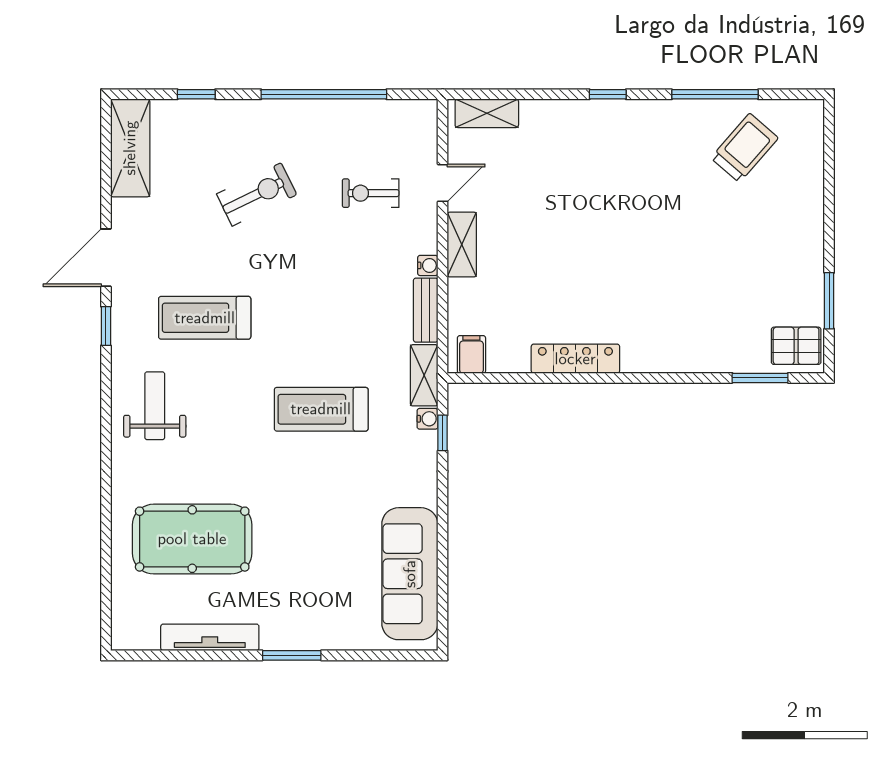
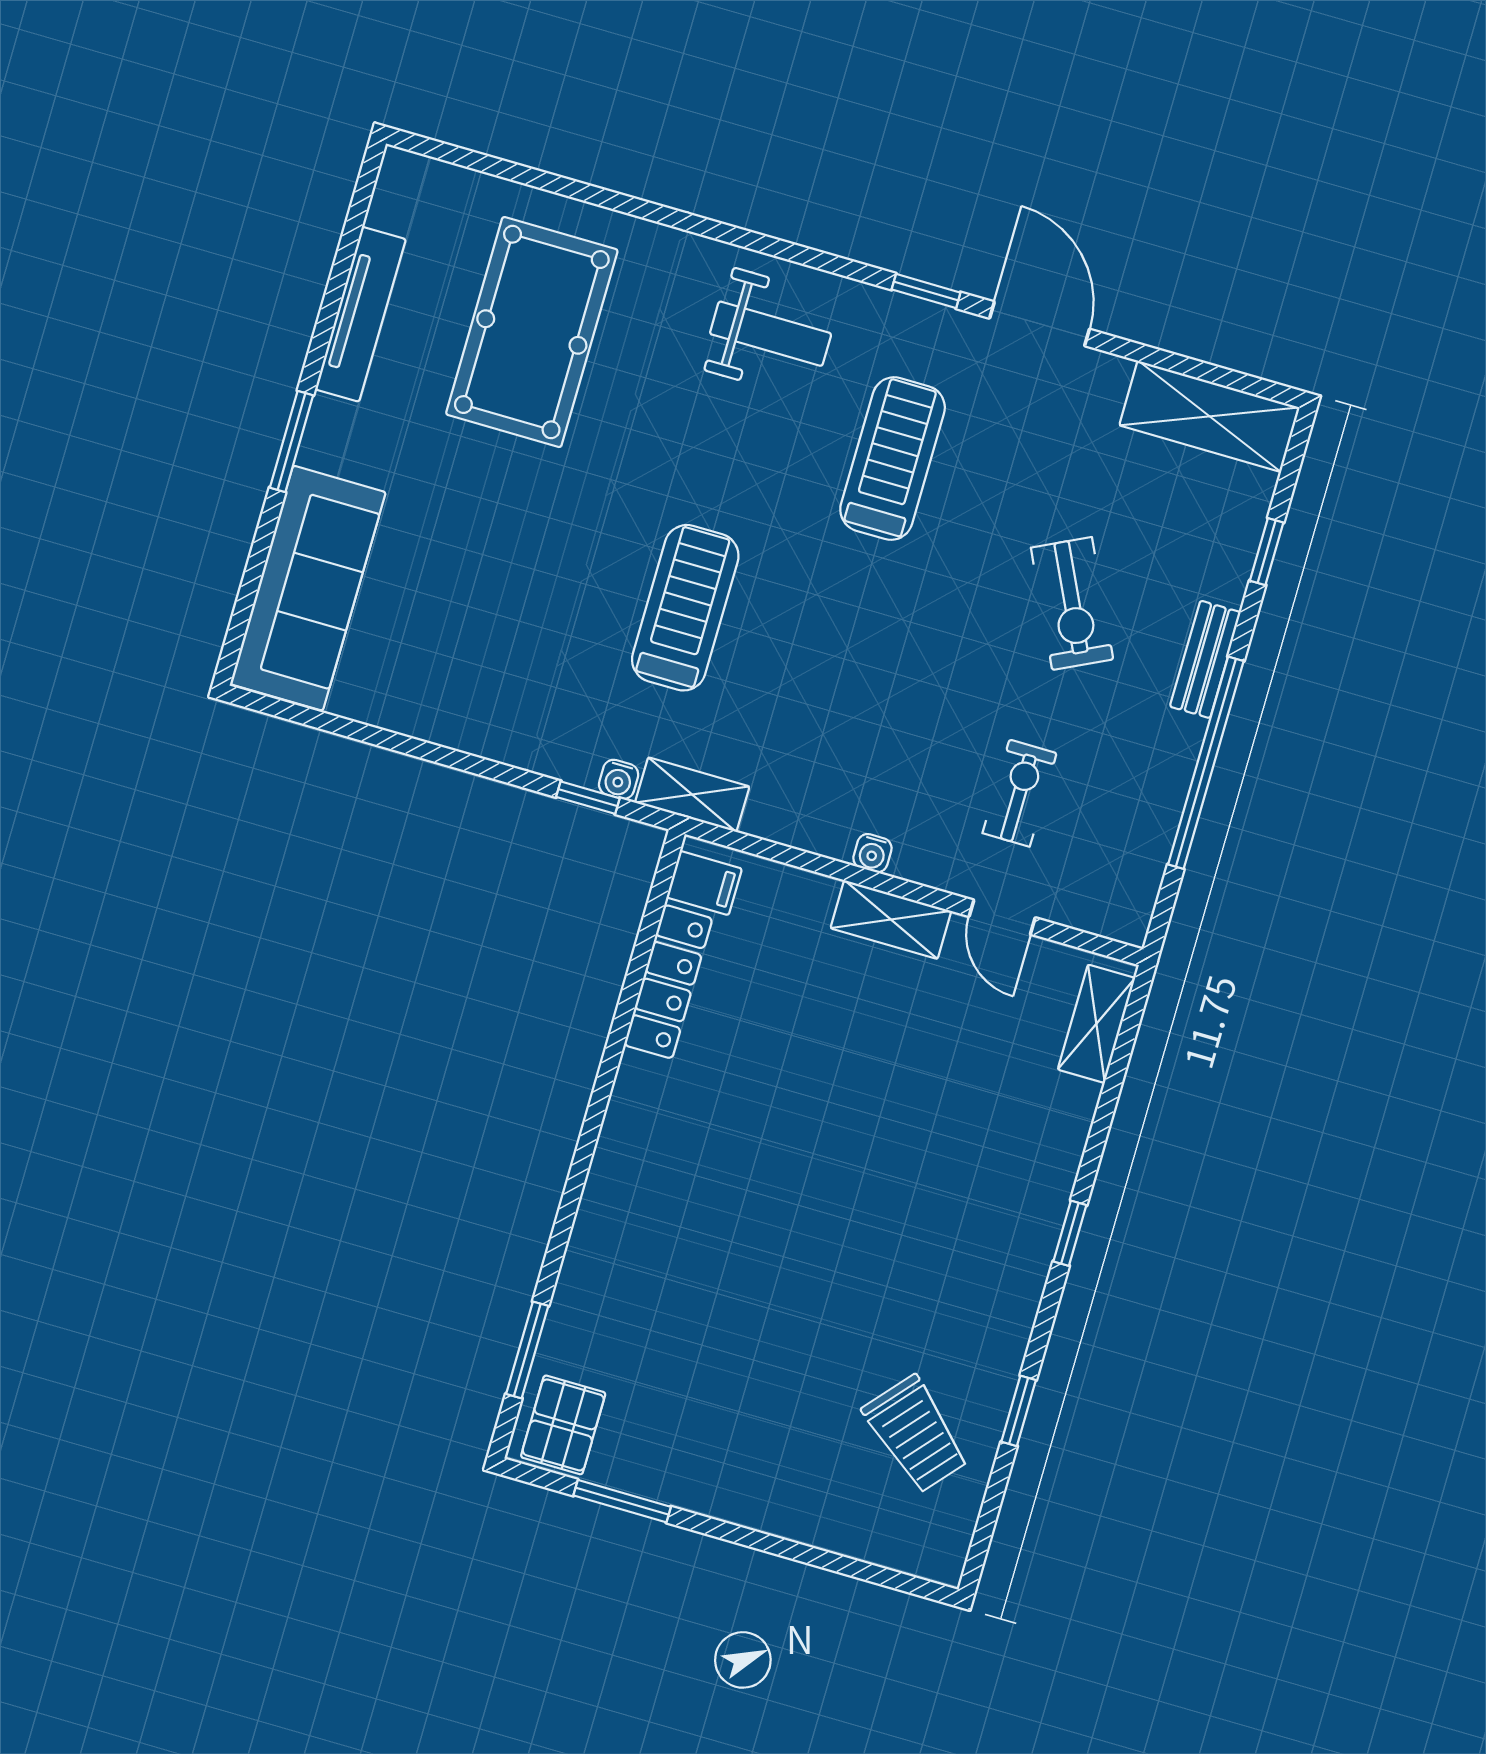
window: (715, 94) -> (1019, 1411), width x0.46
bench: (426, 310) -> (1205, 659), moved, turned 90
locker: (575, 359) -> (668, 982), moved
sofa: (410, 574) -> (308, 588), moved, turned 90

